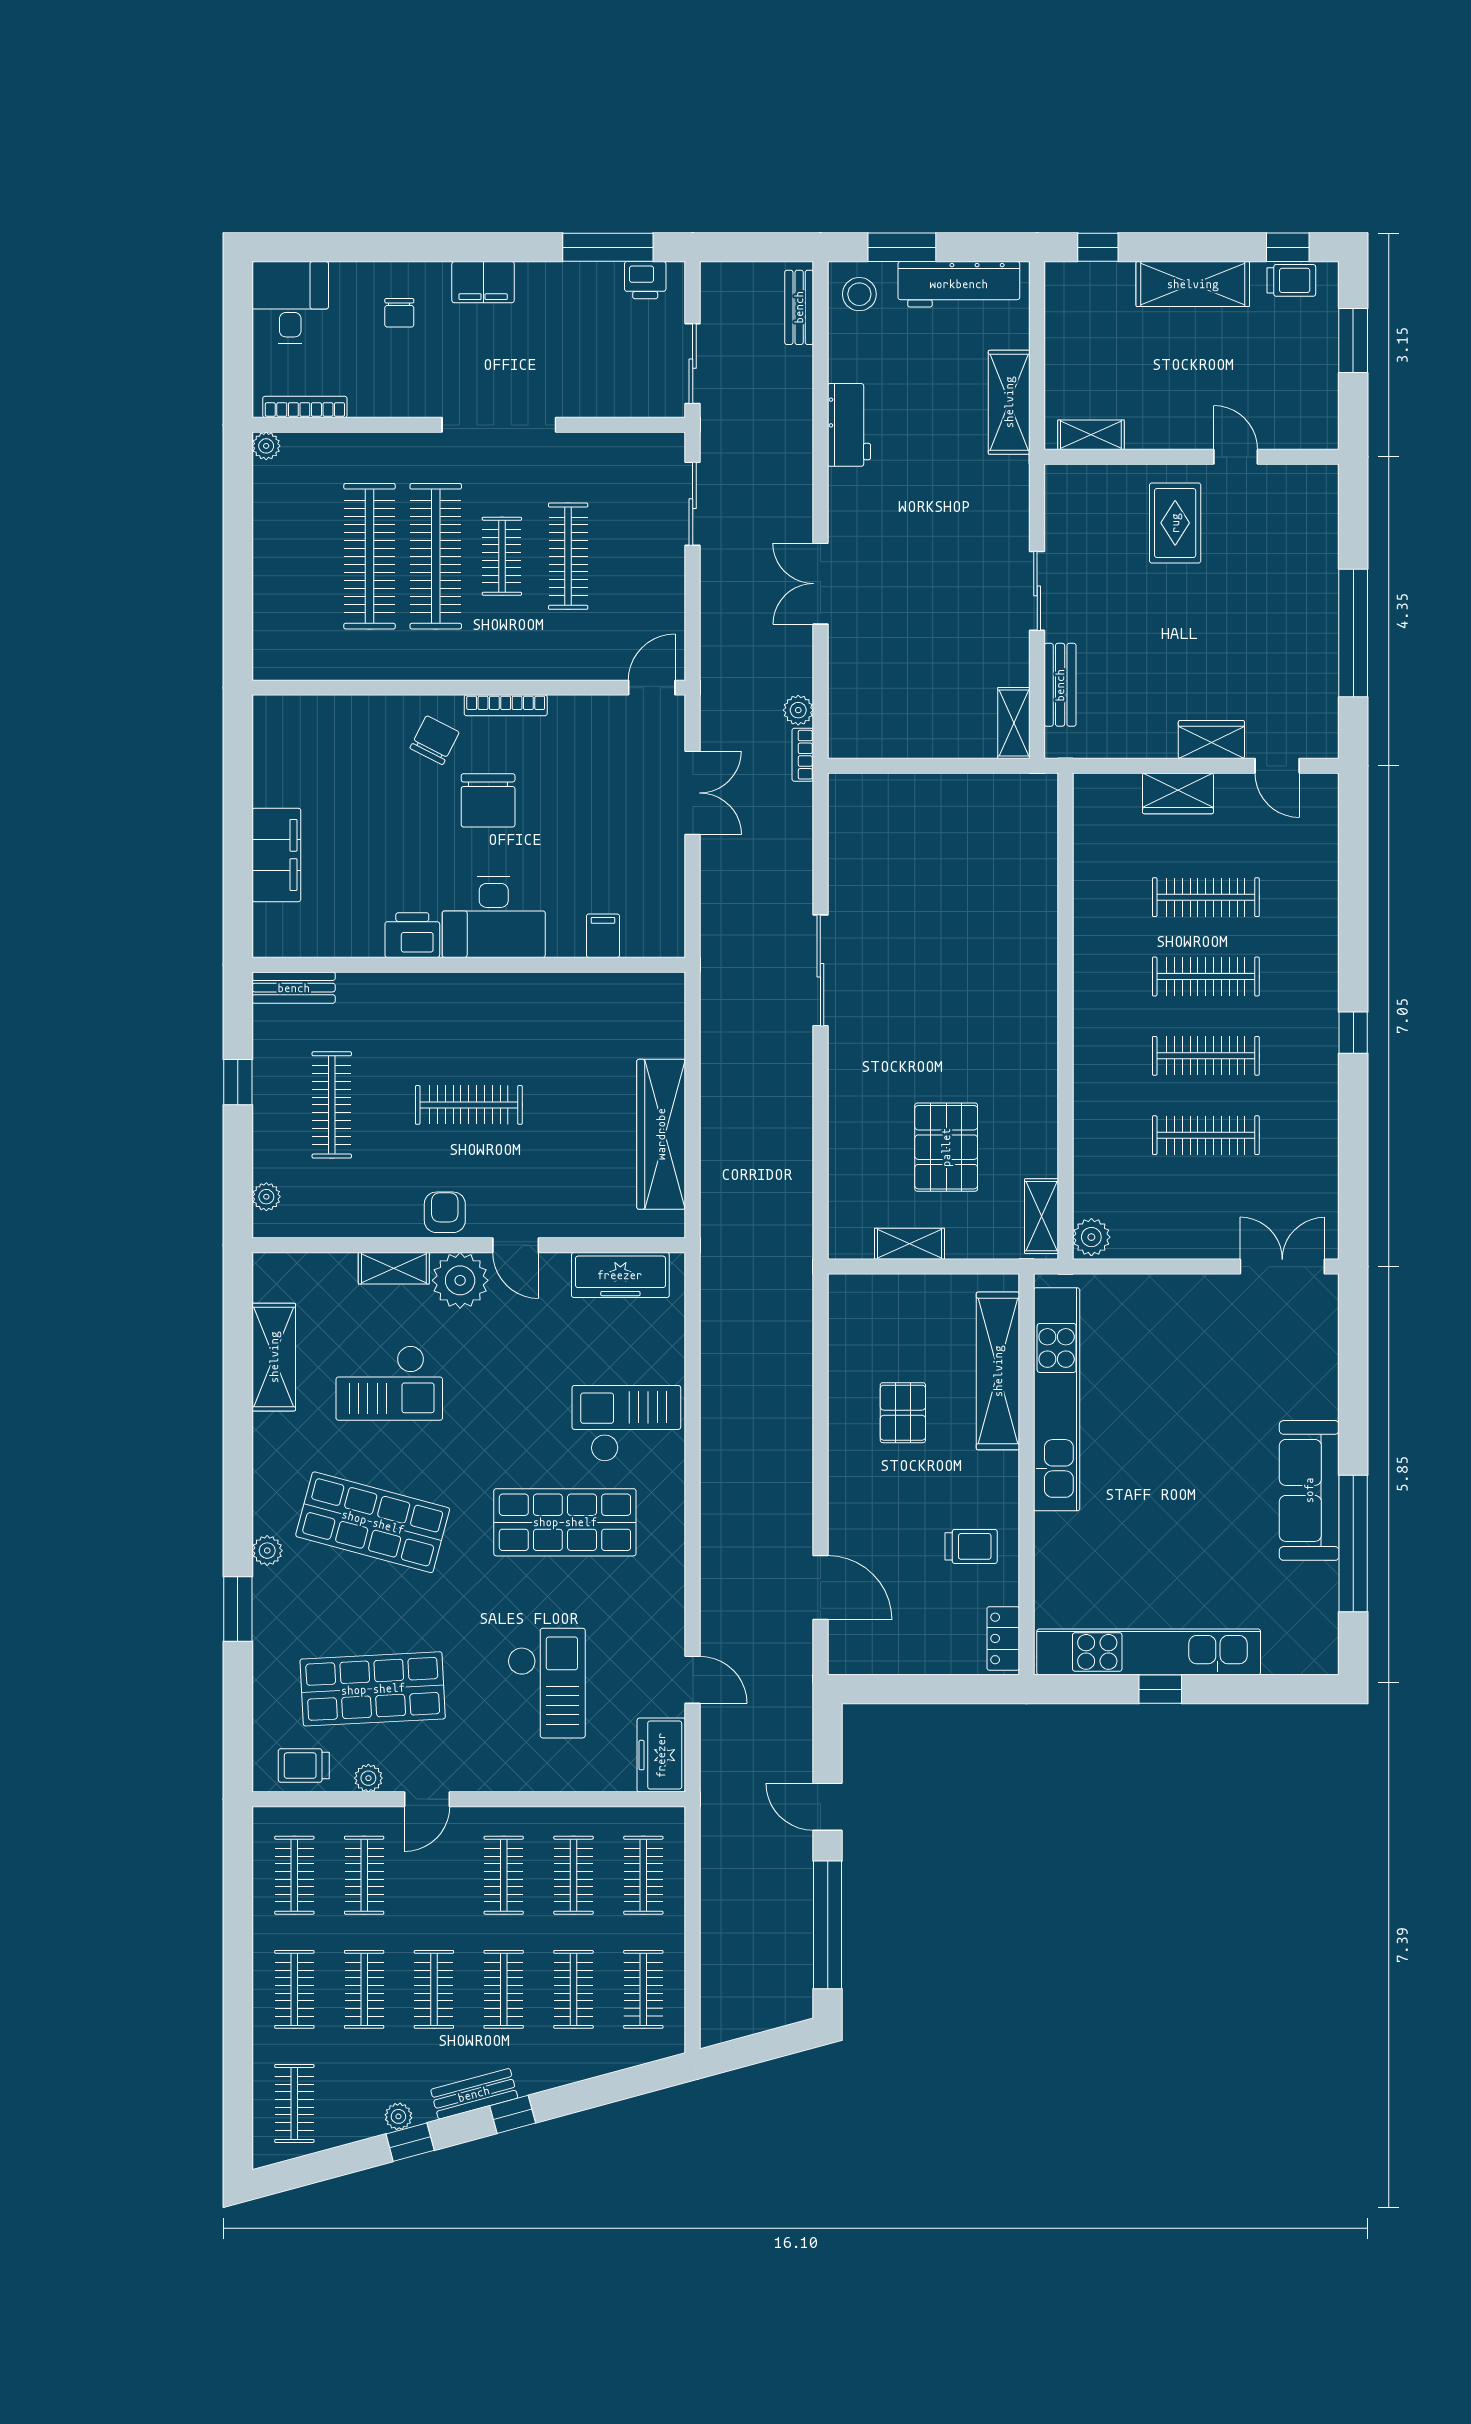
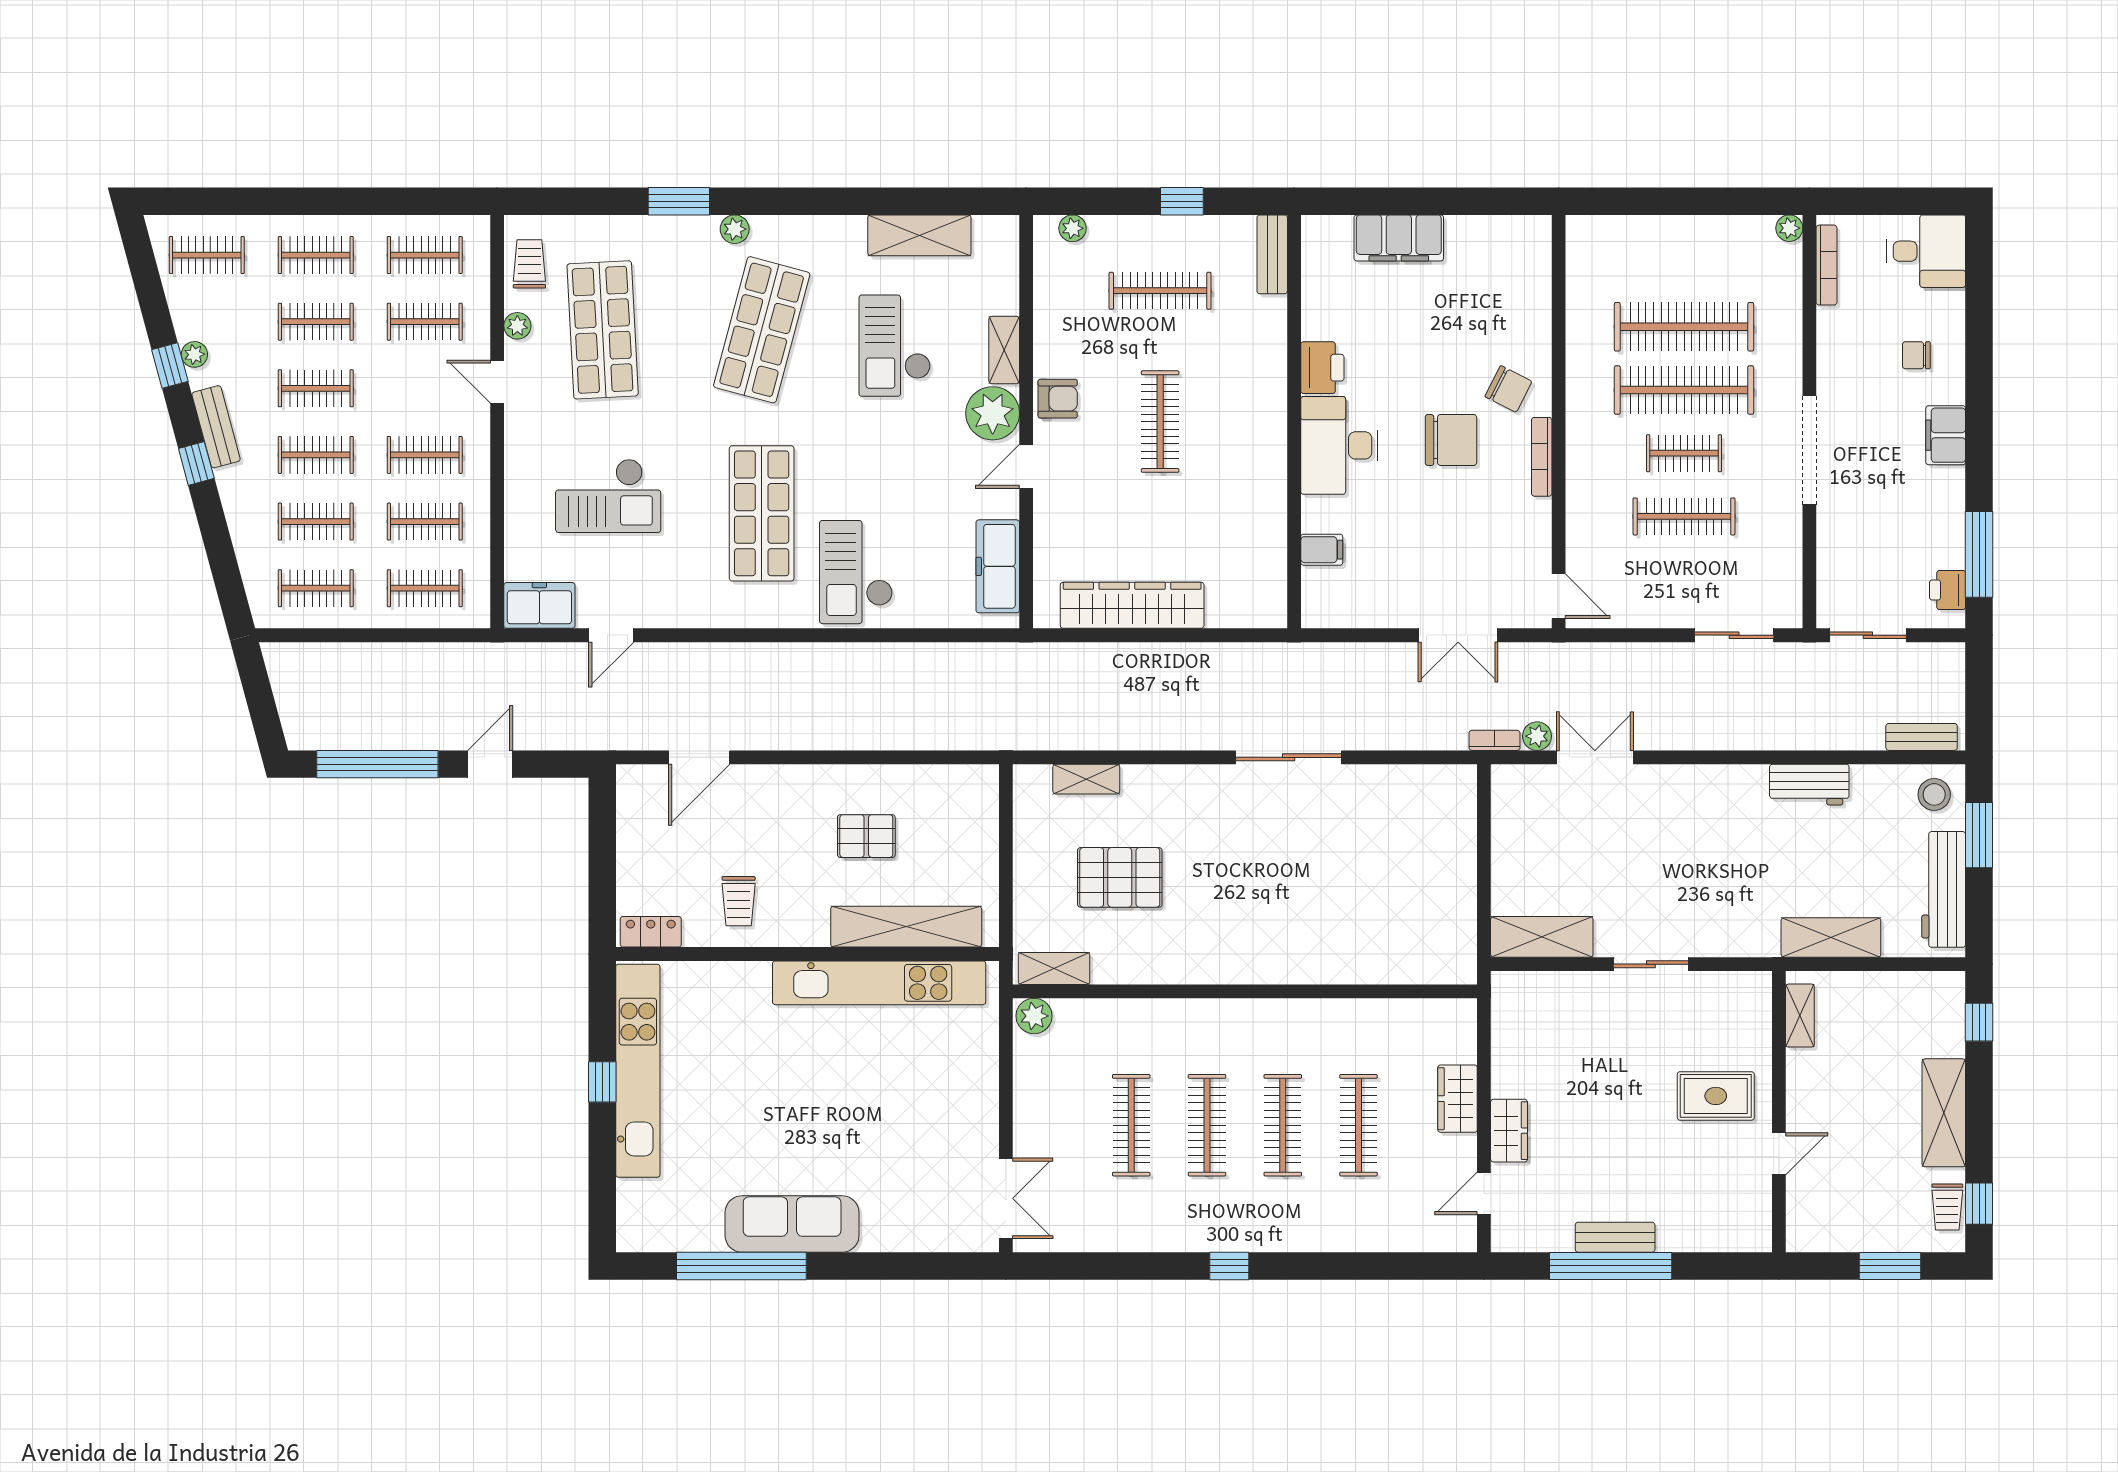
double door: (820, 584) -> (1595, 757), moved
bench: (1060, 685) -> (1615, 1237), moved
shelving: (1014, 723) -> (1542, 937), width x1.50, depth x1.33
chair: (488, 800) -> (1451, 440), turned 180
shelving: (910, 1244) -> (1086, 779), moved, turned 90
checkout: (626, 1423) -> (856, 572), turned 180

